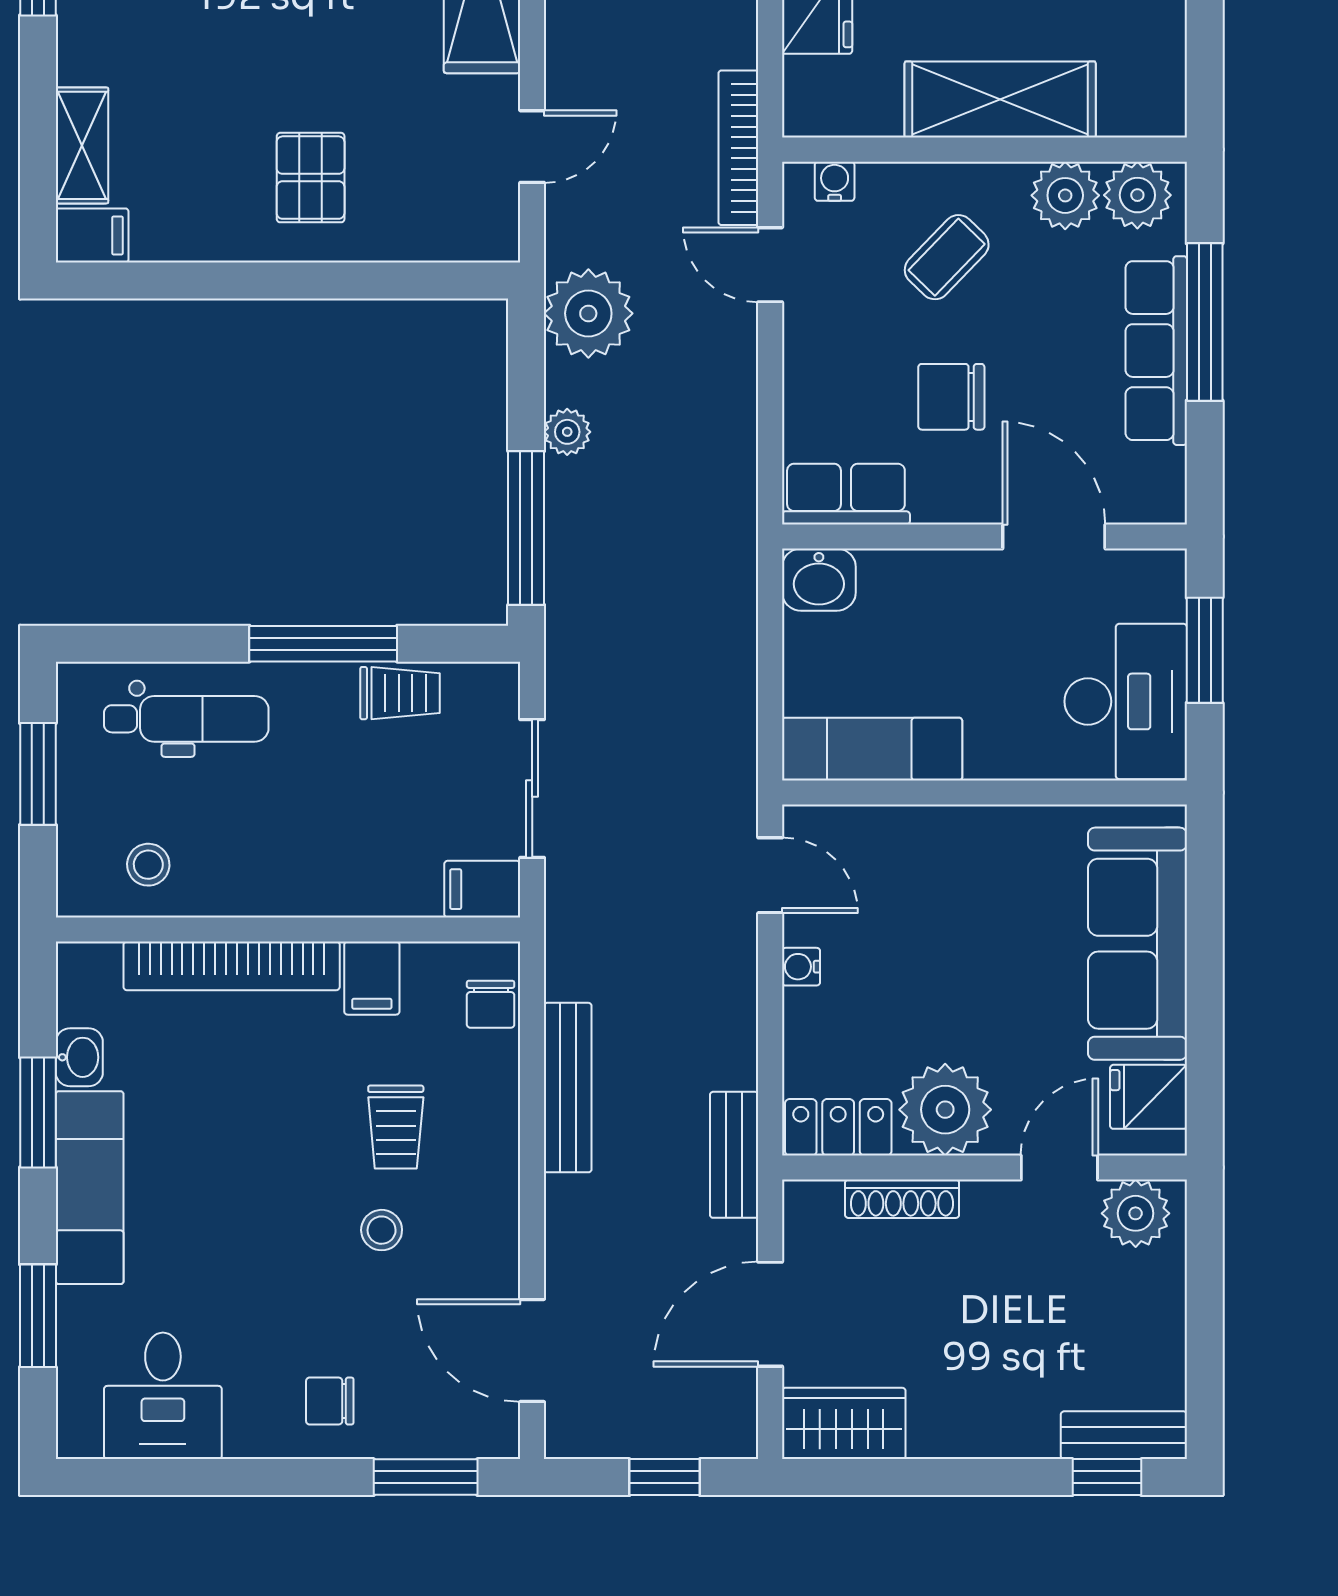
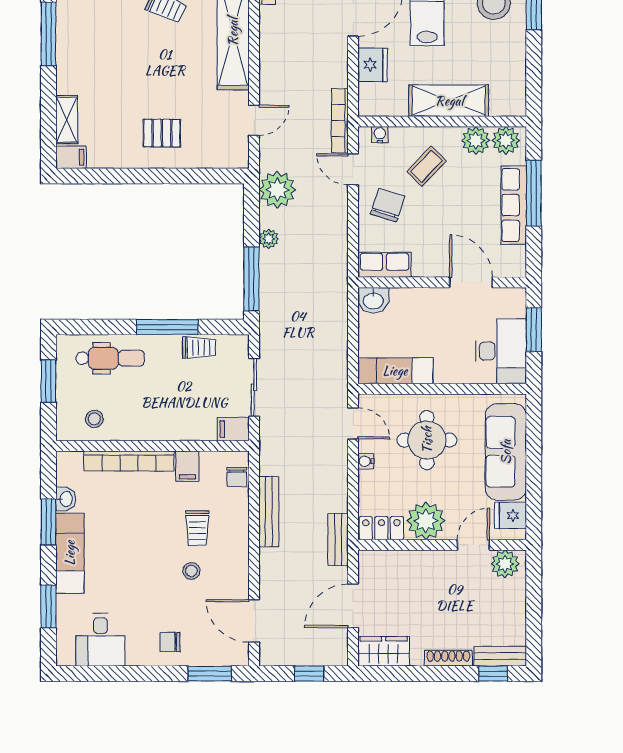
pallet: (311, 178) -> (162, 133), turned 90
chair: (951, 397) -> (388, 205), moved, turned 107
round table: (948, 916) -> (427, 440), added
shoe rack: (902, 1199) -> (448, 658), moved, turned 180

